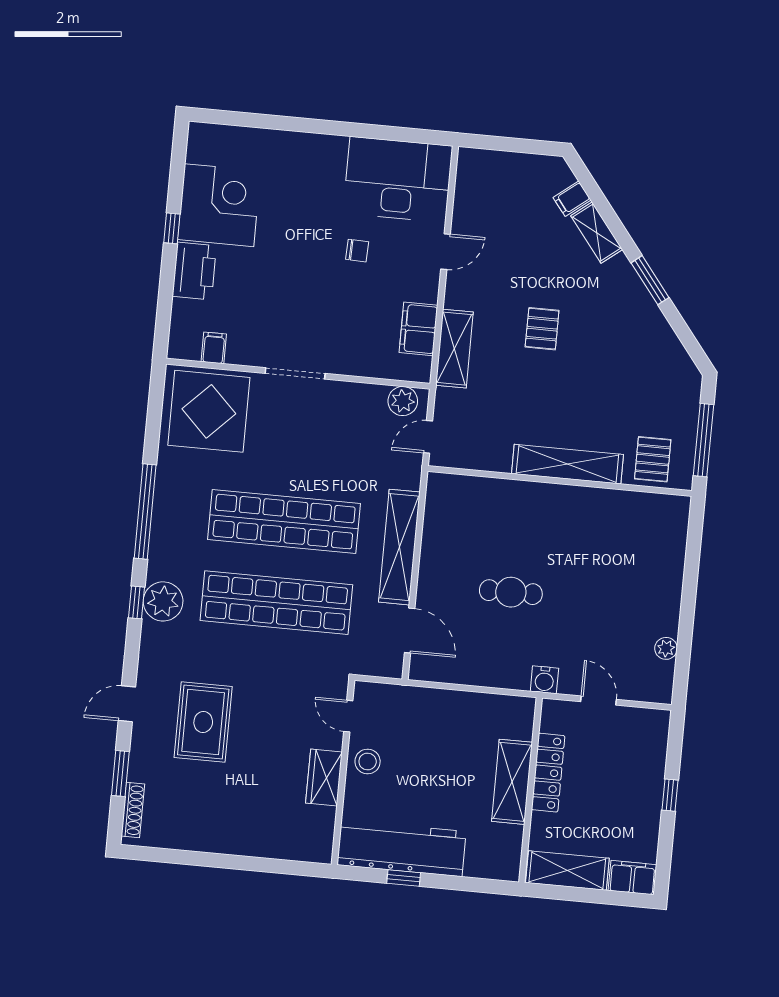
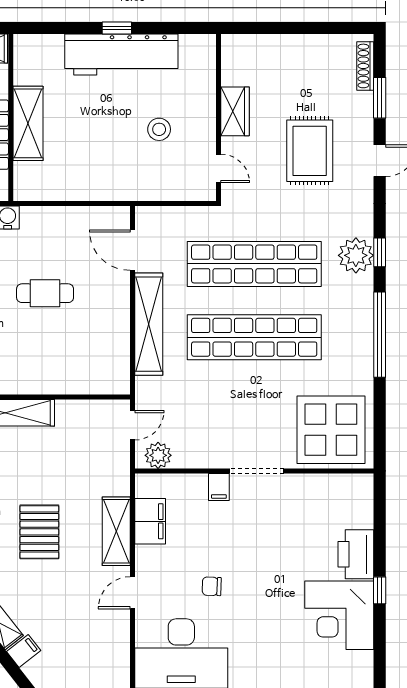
pallet: (542, 329) -> (39, 532), width x1.50, depth x1.42
filing cabinet: (214, 348) -> (219, 487), moved
shelving: (454, 349) -> (116, 531), moved
door: (348, 716) -> (218, 168), moved
wall: (343, 772) -> (218, 118), moved
wardrobe: (324, 777) -> (235, 111), moved

